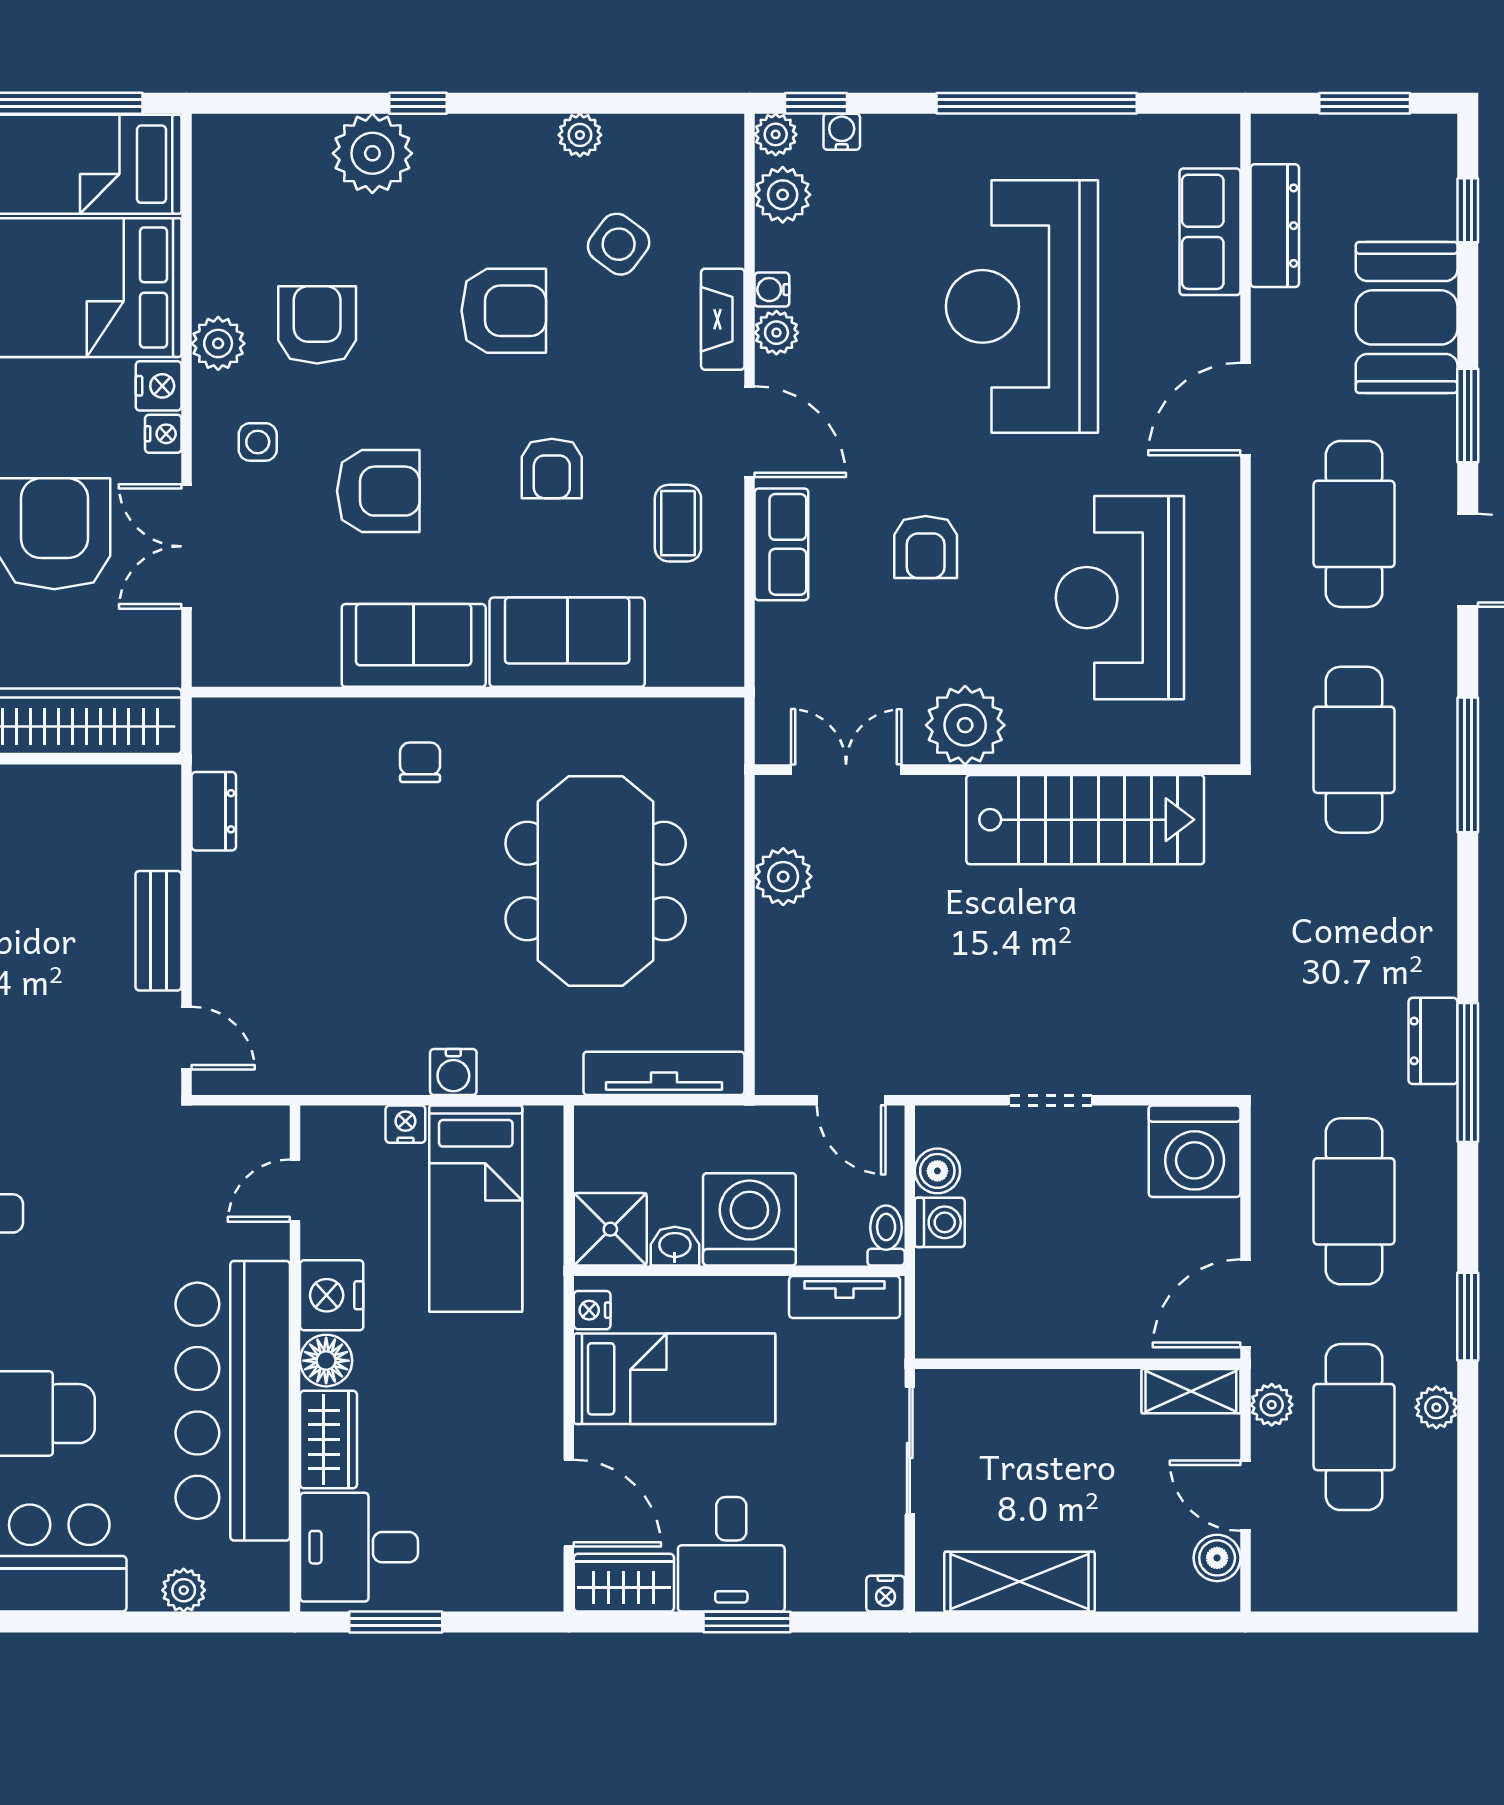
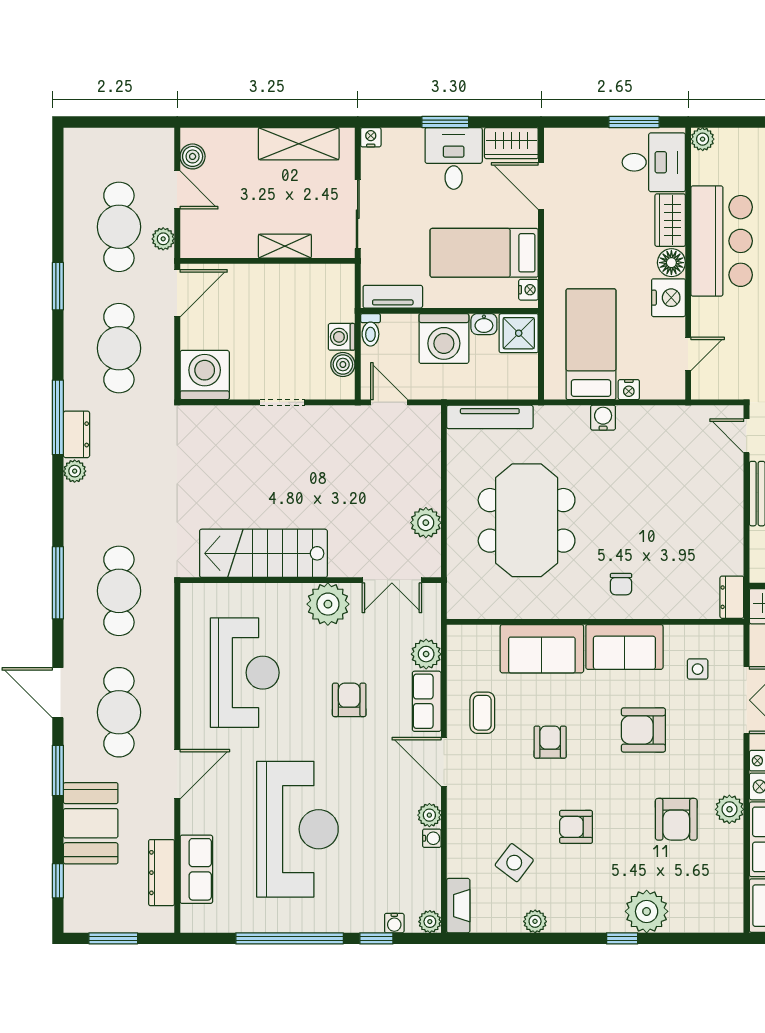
window: (816, 103) -> (376, 938), moved
plant: (783, 195) -> (426, 654), moved
armchair: (504, 311) -> (576, 827), width x0.72, depth x0.72
fireplace: (723, 319) -> (458, 906), moved
side table: (258, 442) -> (698, 669), moved
dresser: (214, 811) -> (732, 597), moved
shelving: (1191, 1391) -> (285, 246), moved
bar counter: (233, 1401) -> (722, 241), width x0.73
plant: (1436, 1407) -> (75, 471), moved
plant: (184, 1590) -> (703, 139), moved

